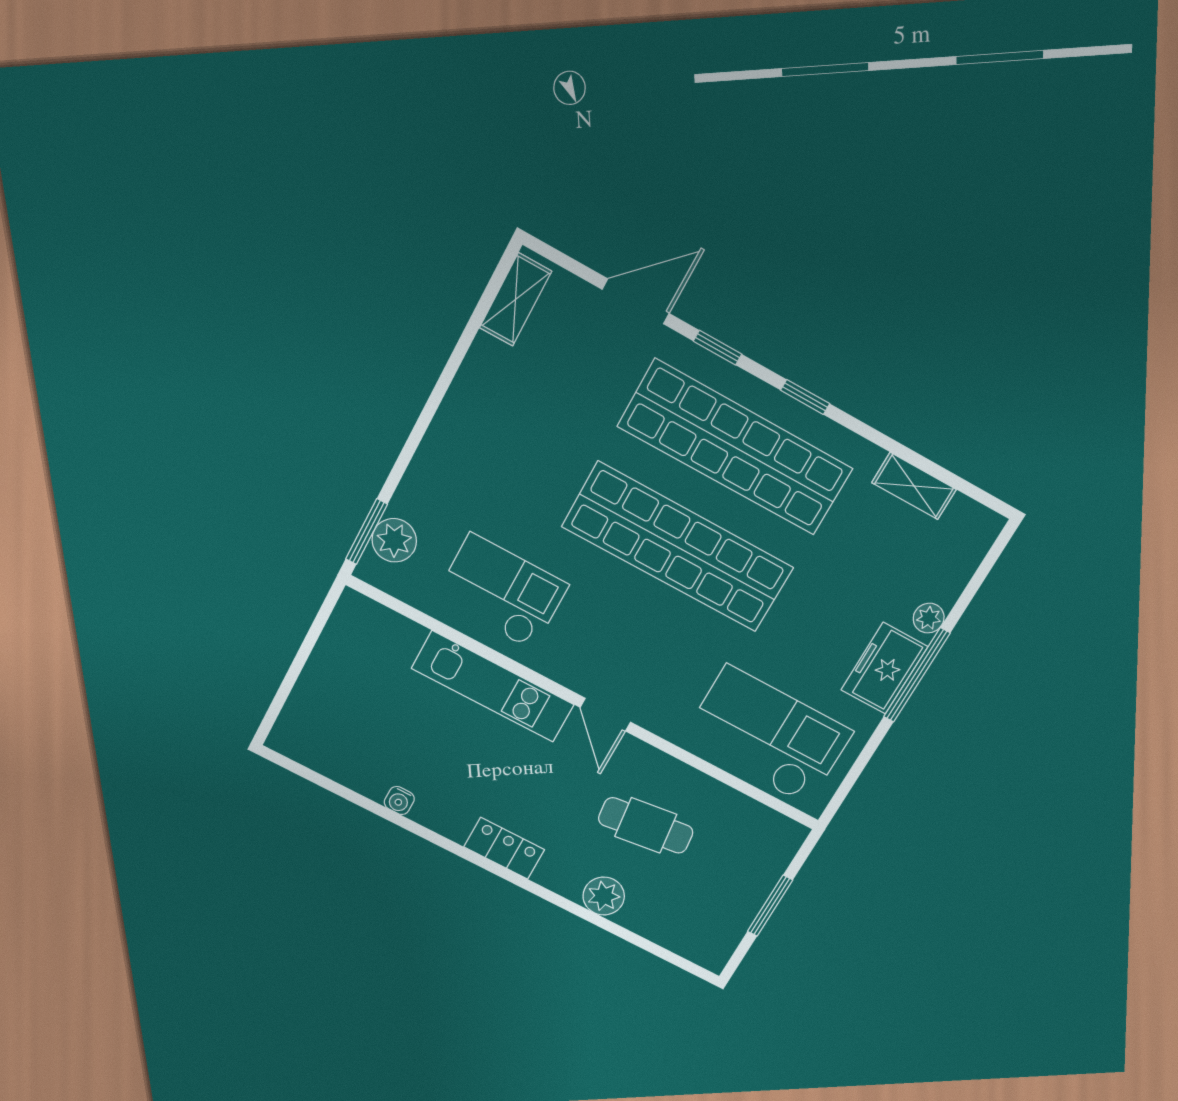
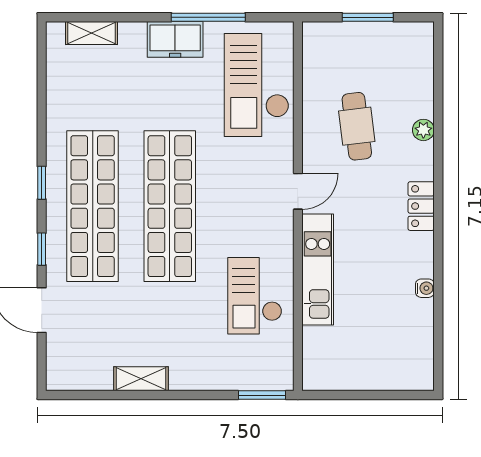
shelving: (515, 300) -> (141, 379), moved
shelving: (914, 486) -> (91, 33), moved, turned 90
plant: (394, 540) -> (258, 376), removed
plant: (929, 618) -> (130, 32), removed
window: (917, 675) -> (208, 17), moved
plant: (604, 896) -> (423, 130), width x0.73, depth x0.73

